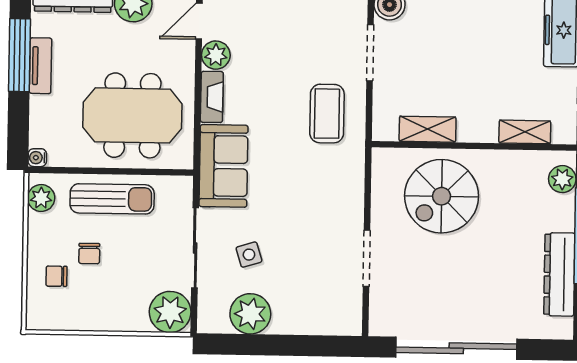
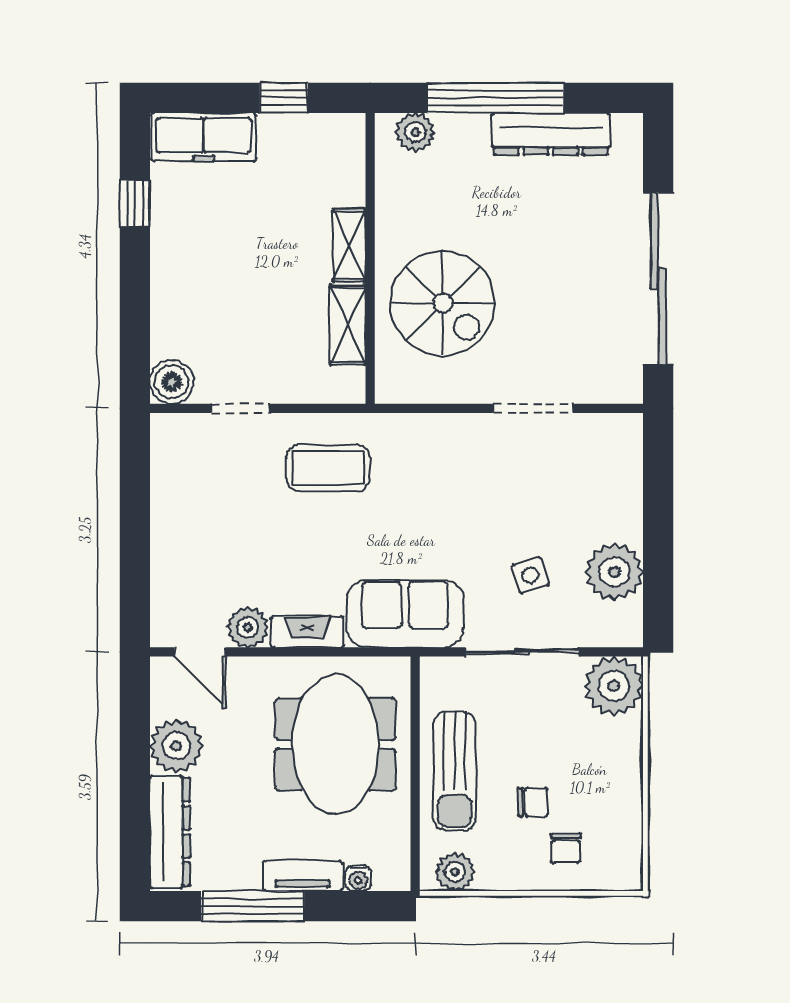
doorway: (370, 53) -> (240, 408), width x0.73
tv unit: (41, 66) -> (303, 876), moved
shelving: (525, 132) -> (349, 245), moved
water cooler: (37, 158) -> (358, 878), moved
sun lounger: (112, 199) -> (455, 771), turned 180

